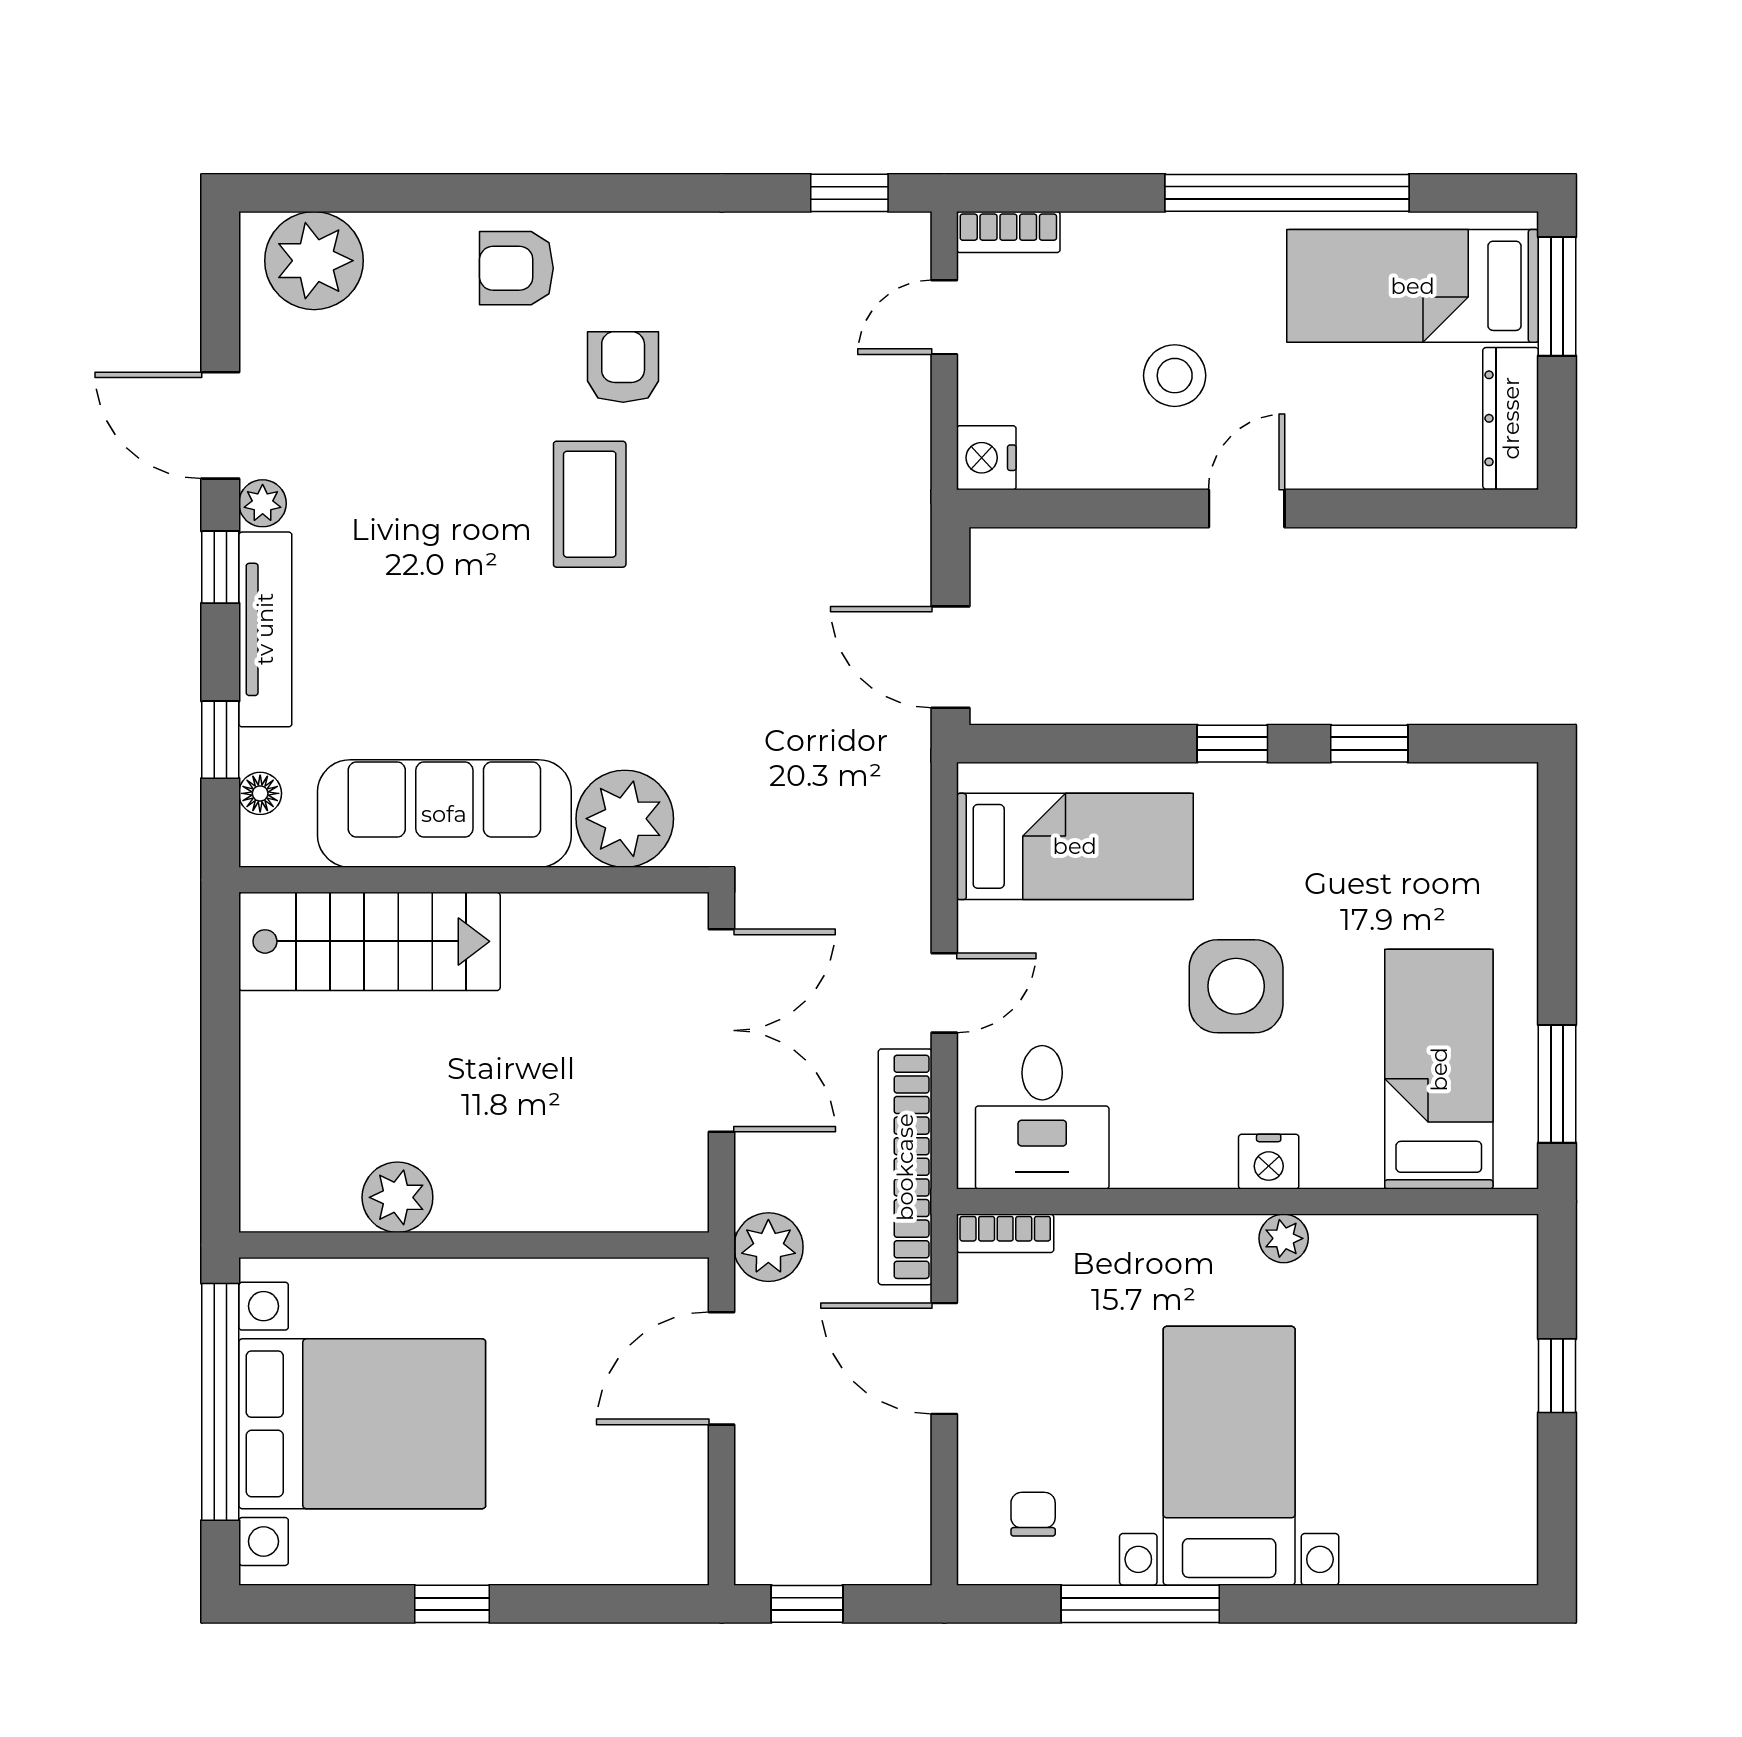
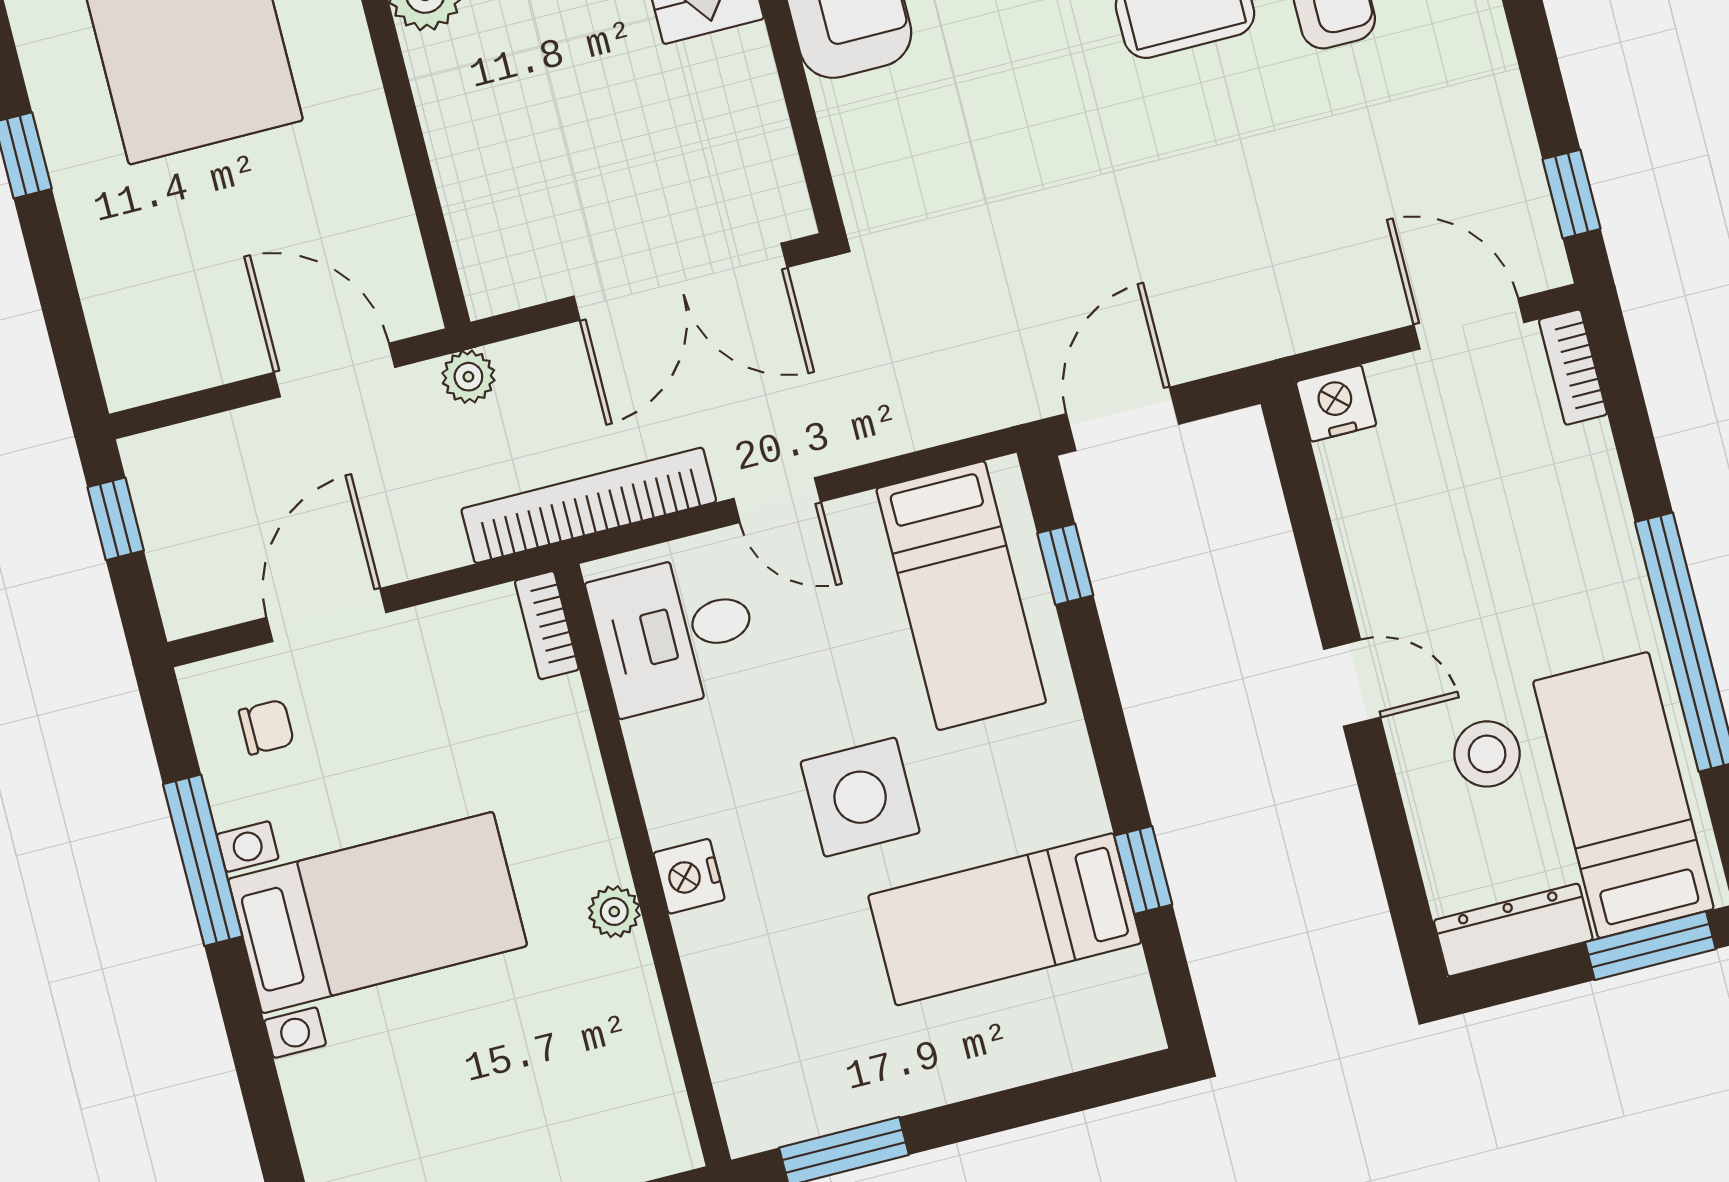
door: (944, 317) -> (1469, 324), width x1.38
stool: (1175, 376) -> (1487, 754), moved
window: (1232, 744) -> (1065, 564), moved
plant: (625, 819) -> (872, 127), removed
bed: (1439, 1069) -> (1005, 919), moved, turned 180
plant: (768, 1247) -> (468, 377), width x0.73, depth x0.73
door: (944, 1358) -> (326, 615), moved

